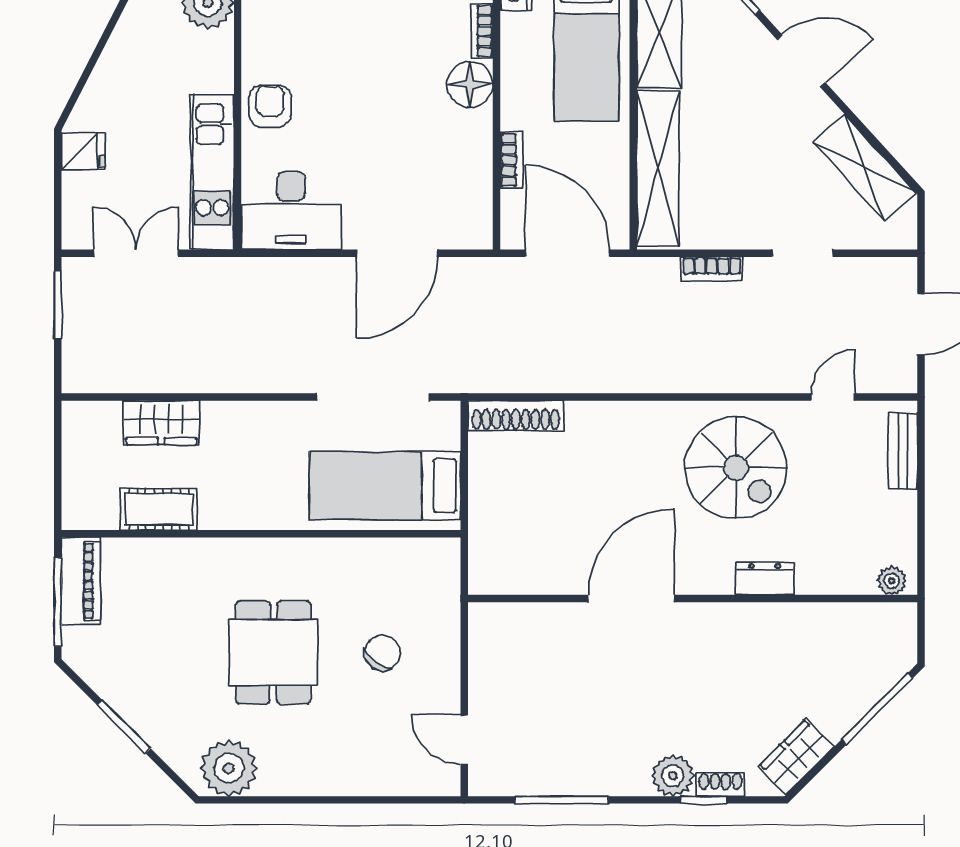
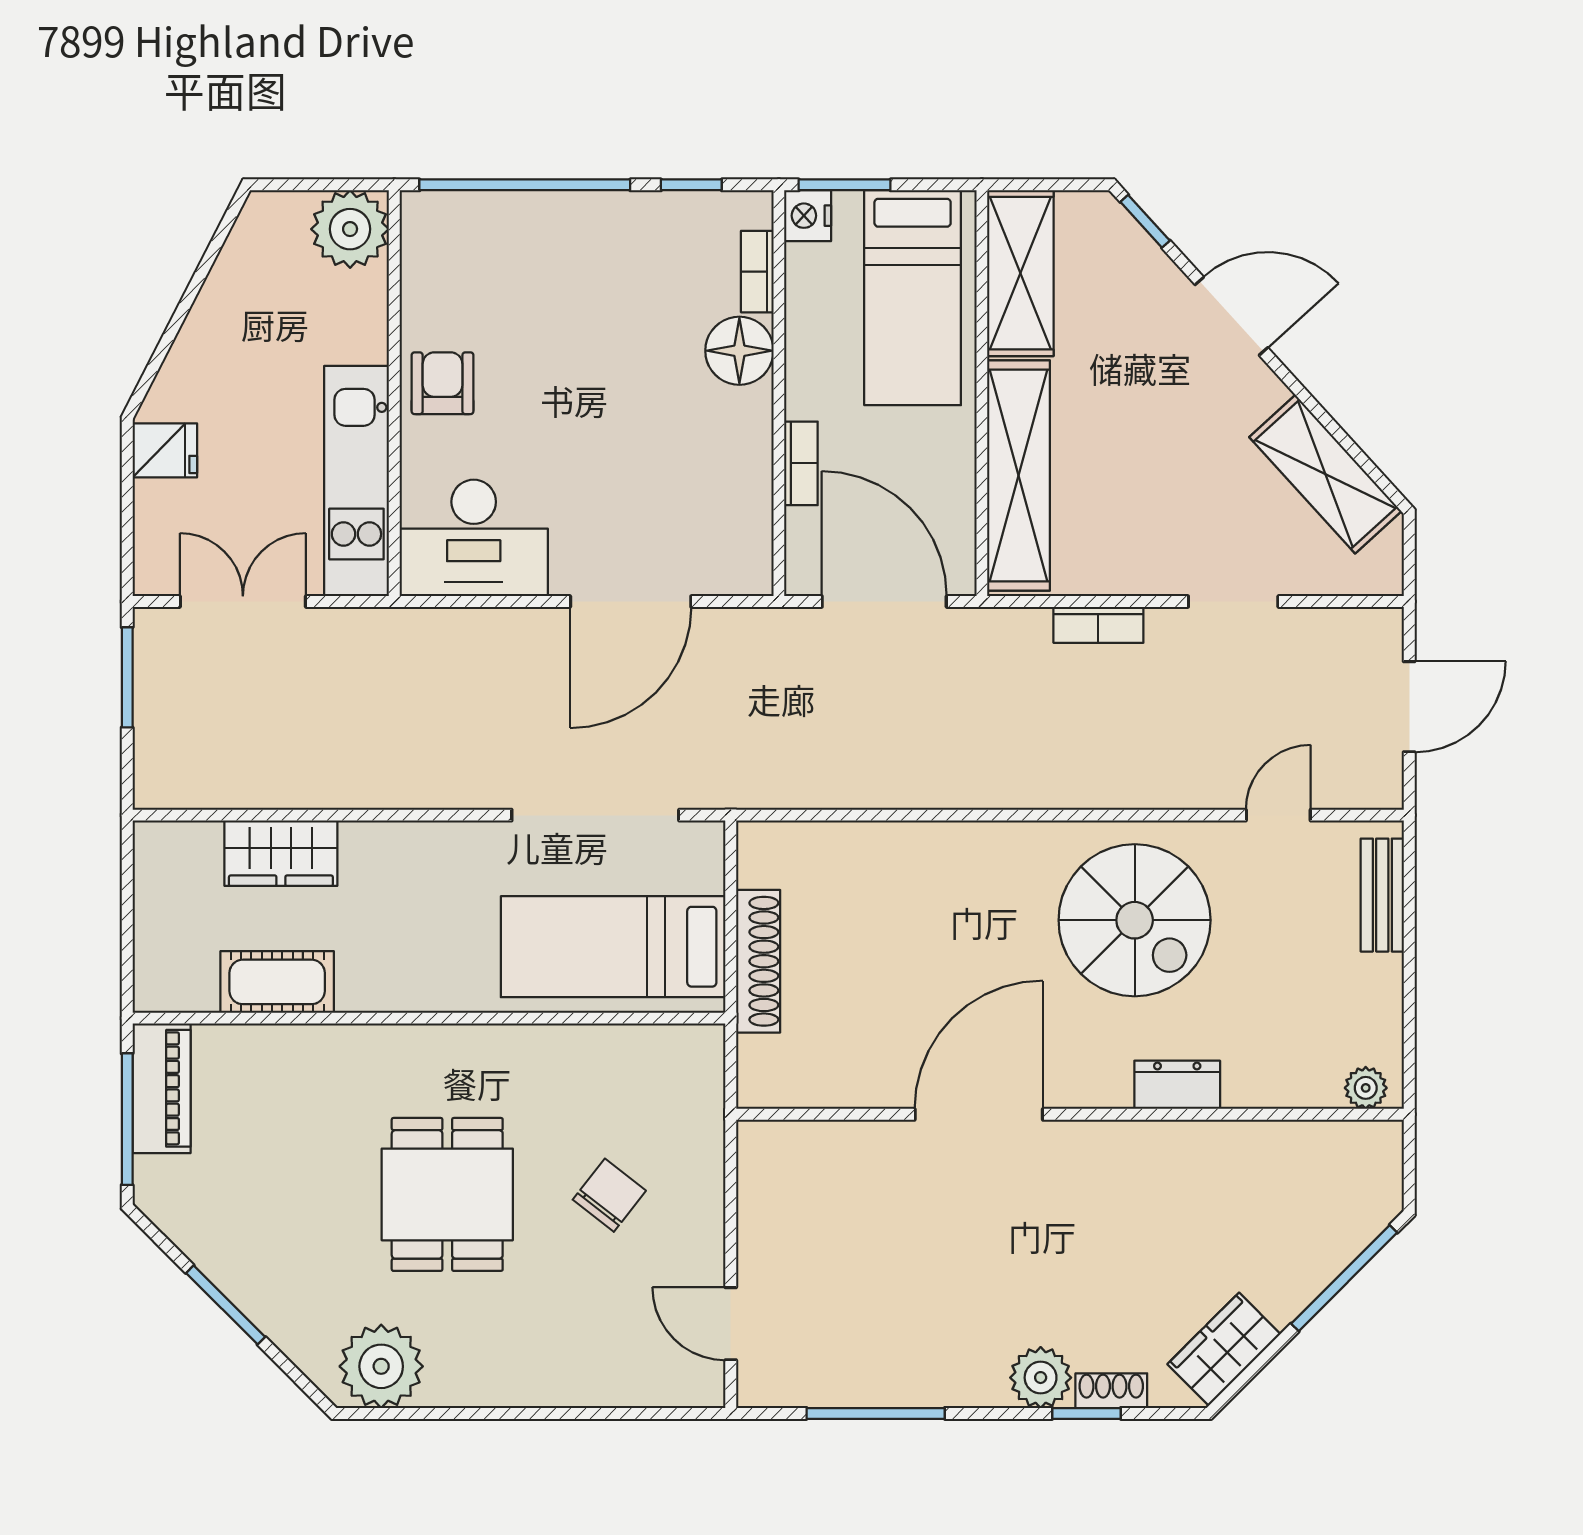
shoe rack: (516, 415) -> (758, 961), moved, turned -90

